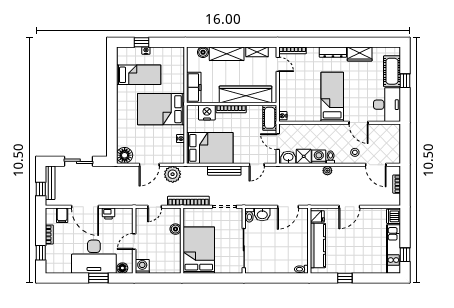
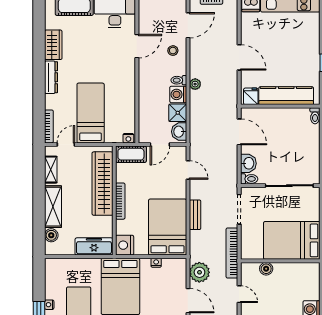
bed: (332, 97) -> (91, 113), moved, turned 90
nightstand: (207, 113) -> (125, 245), moved
bench: (224, 171) -> (195, 215), width x0.73

